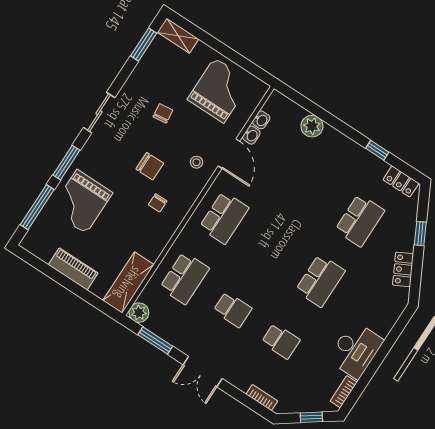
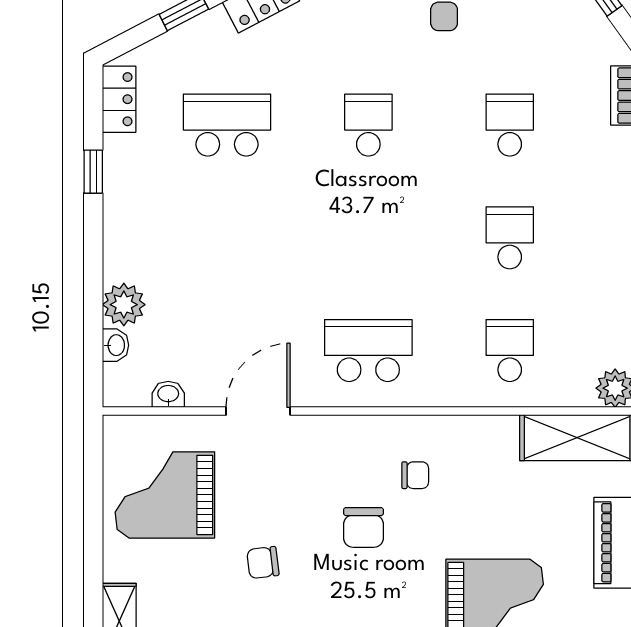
washbasin: (251, 135) -> (116, 345), moved, turned 90
stool: (197, 162) -> (307, 455), removed
chair: (150, 166) -> (364, 527), turned 180
school desk: (184, 278) -> (510, 351), width x0.54
school desk: (320, 281) -> (368, 125), width x0.54

